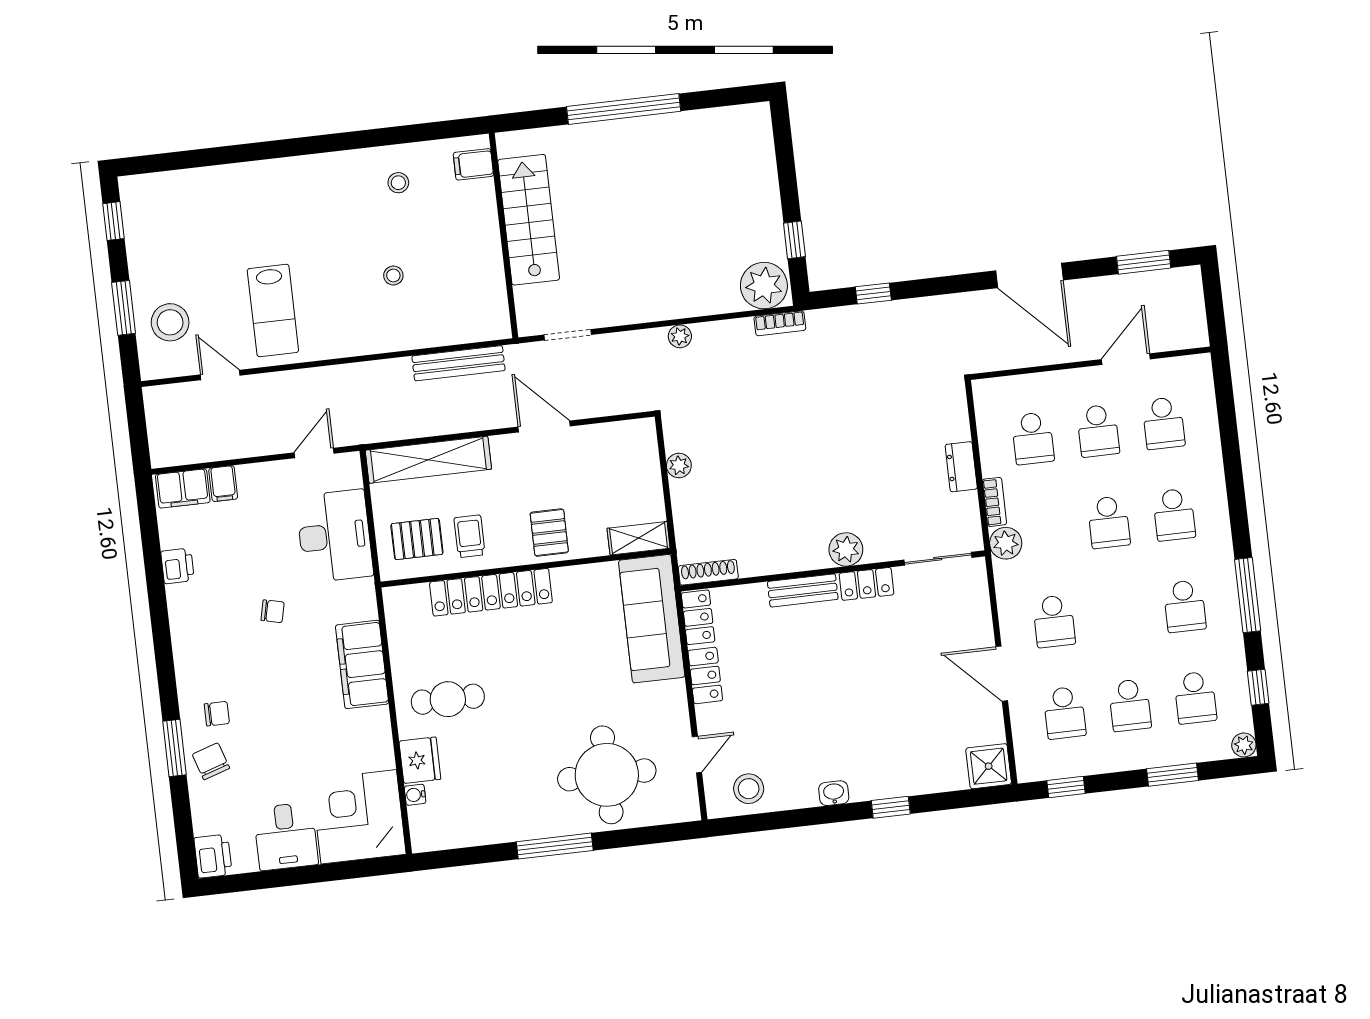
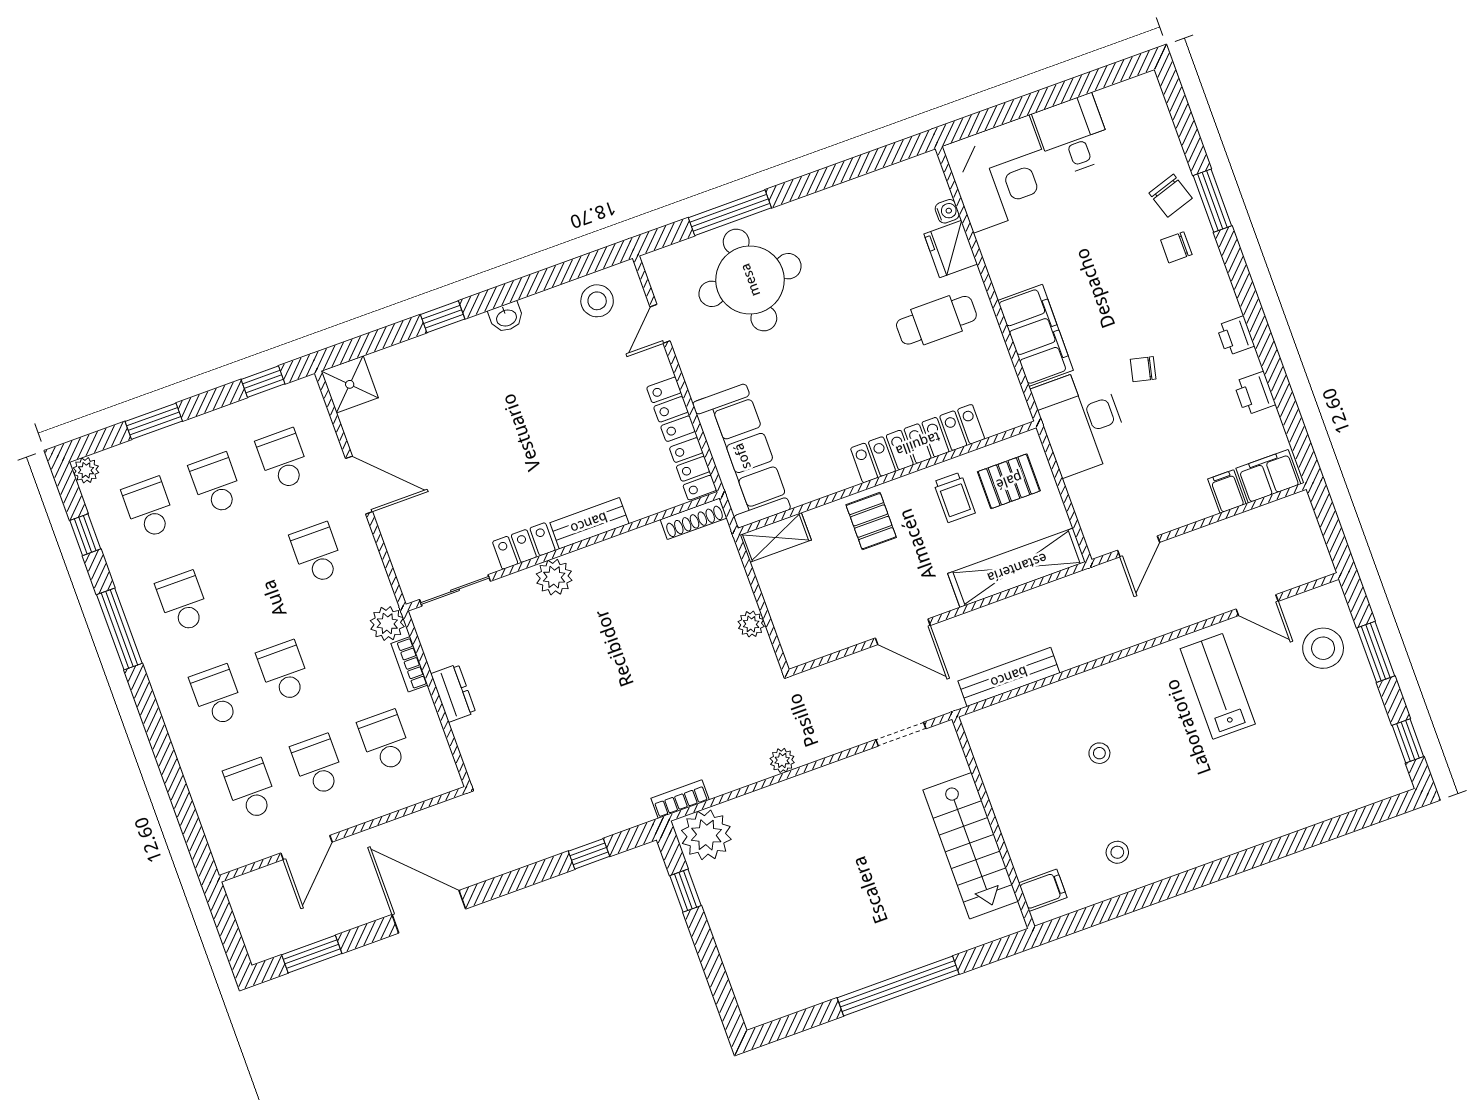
desk: (334, 536) -> (1081, 421), moved
window: (555, 846) -> (730, 213), moved
printer: (213, 856) -> (1235, 336), moved, width x0.73, depth x0.81

